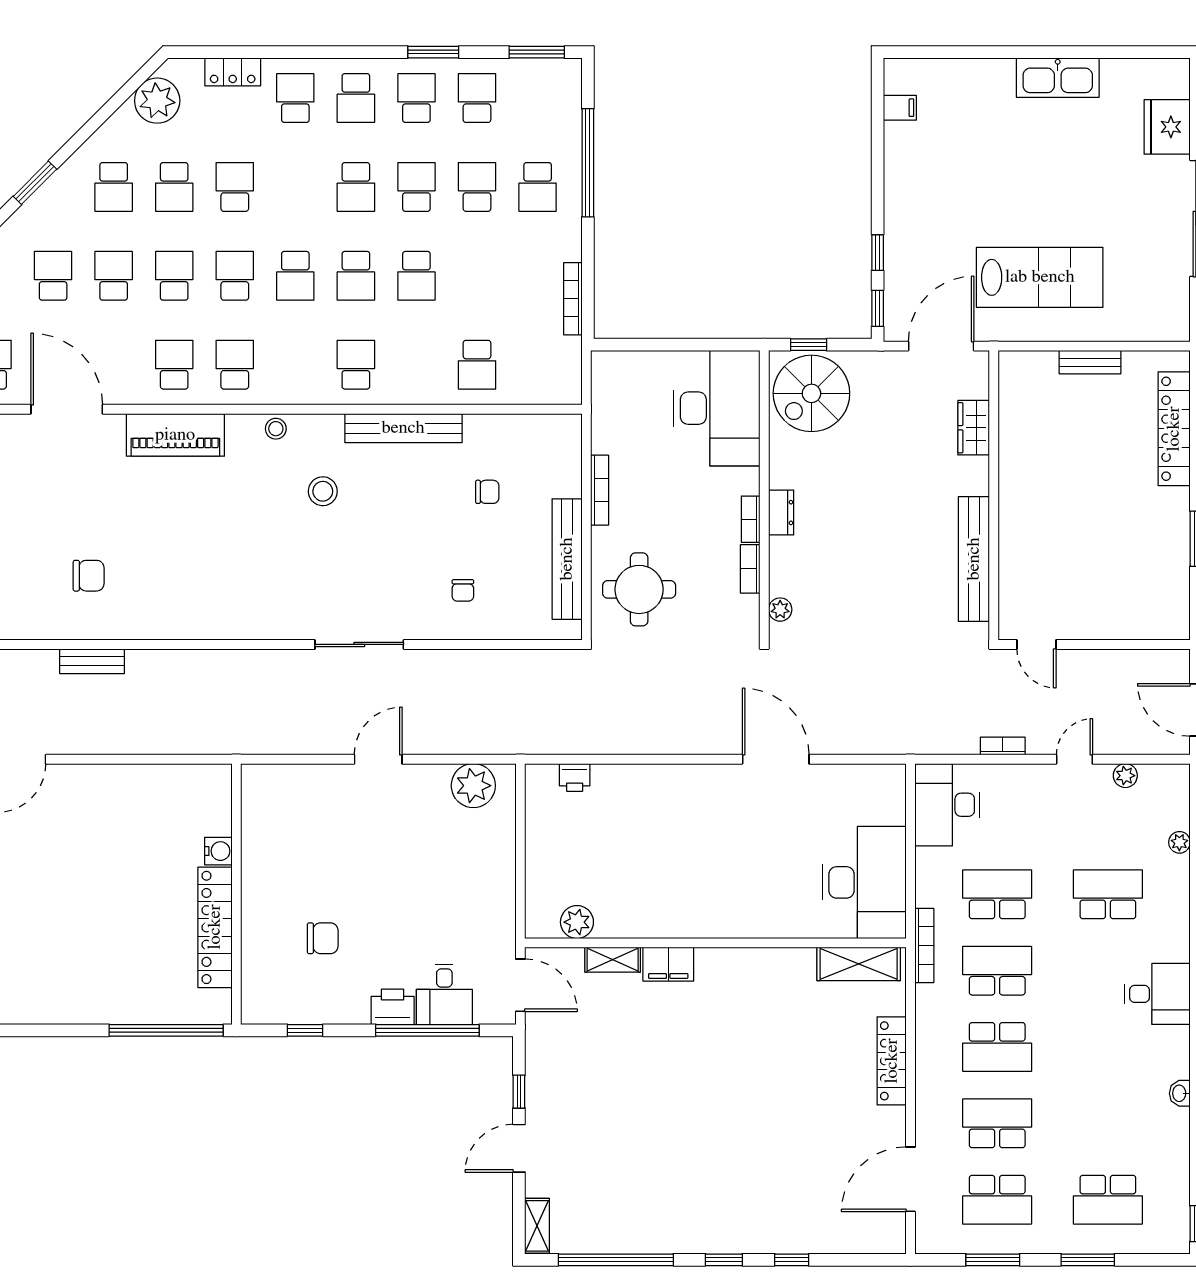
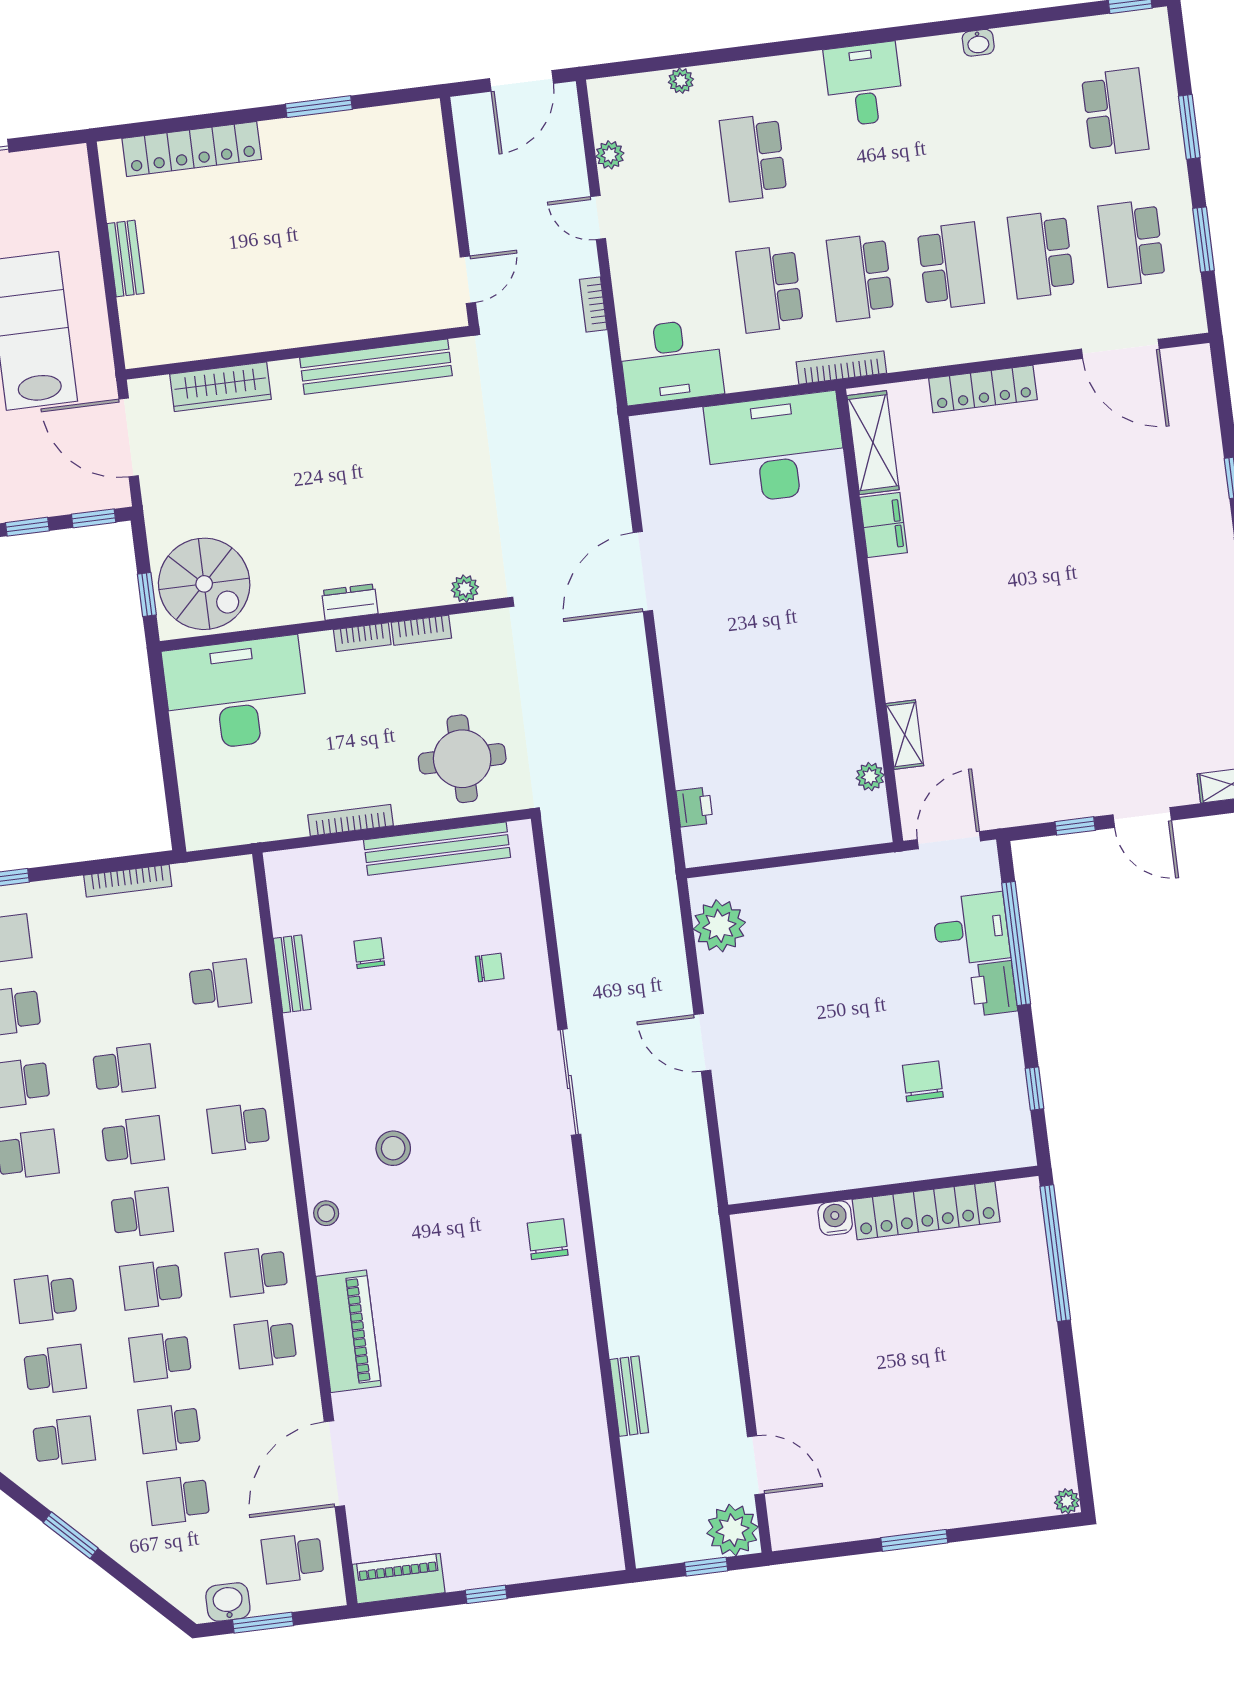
bench: (403, 428) -> (292, 974), moved, width x0.54, depth x0.82
wardrobe: (974, 428) -> (221, 387), width x1.50
chair: (89, 576) -> (548, 1239), moved
plant: (577, 922) -> (870, 777), width x0.73, depth x0.73
filing cabinet: (668, 964) -> (884, 525), moved
school desk: (997, 1200) -> (1132, 243), turned 180

